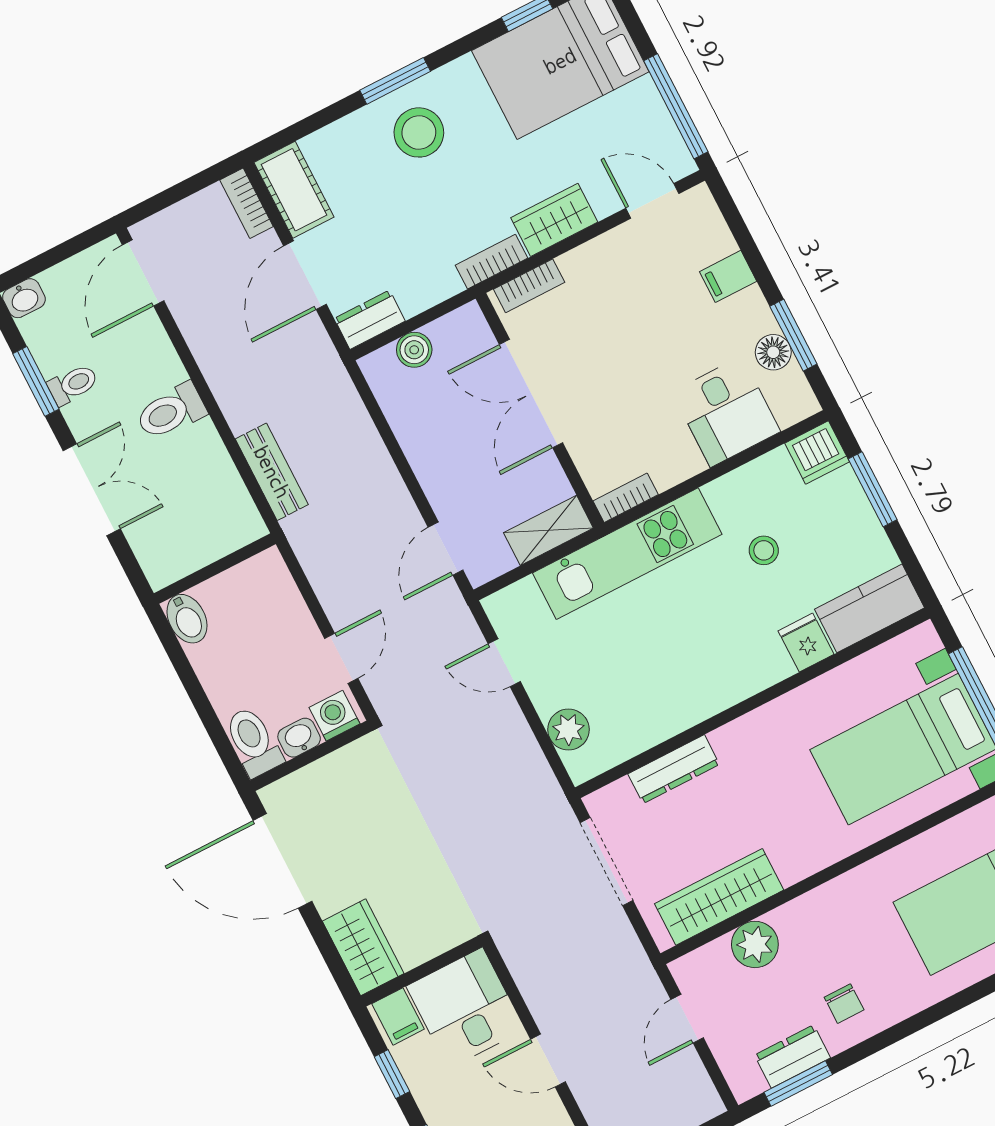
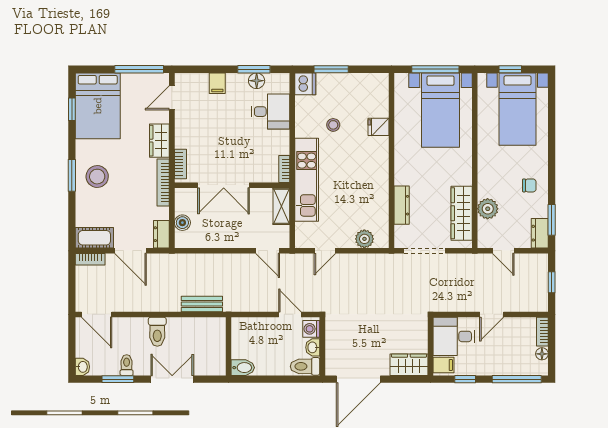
bookcase: (492, 262) -> (163, 182), width x1.56
kitchen counter: (869, 608) -> (378, 95), removed
dresser: (792, 1056) -> (540, 233), moved

